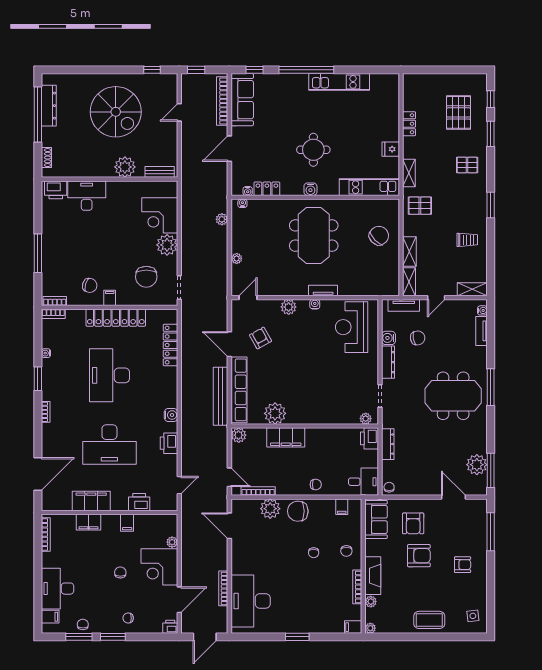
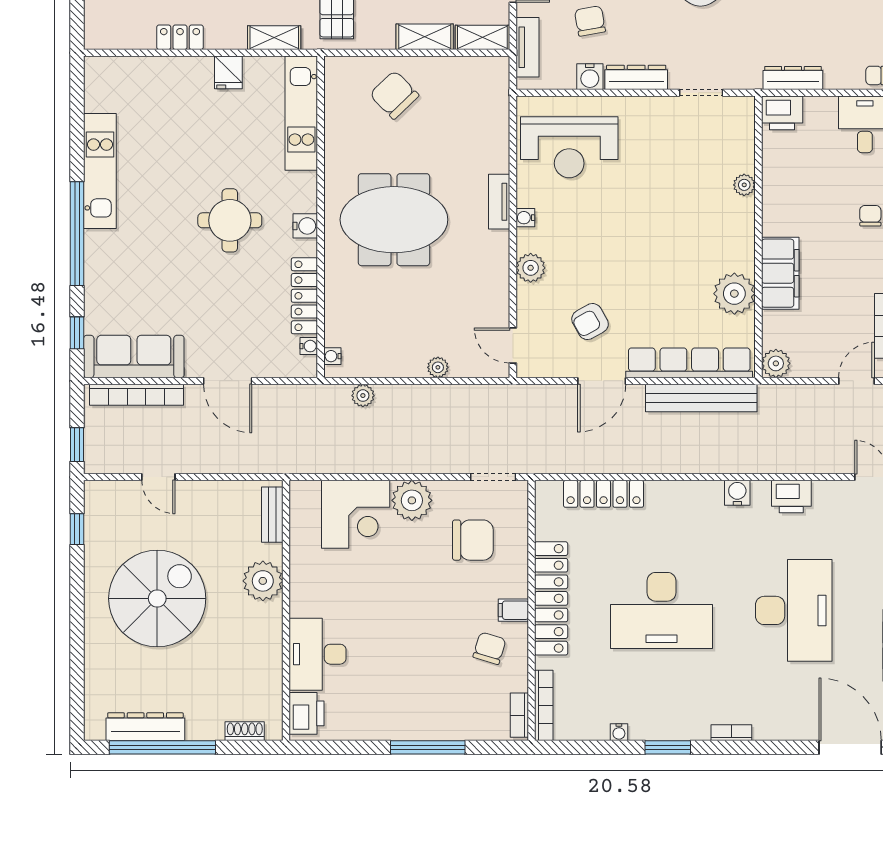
locker: (267, 189) -> (304, 296), width x1.53
bookcase: (53, 314) -> (544, 705), width x1.56
plant: (366, 419) -> (744, 185), moved

